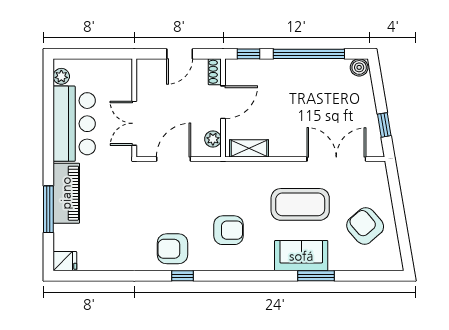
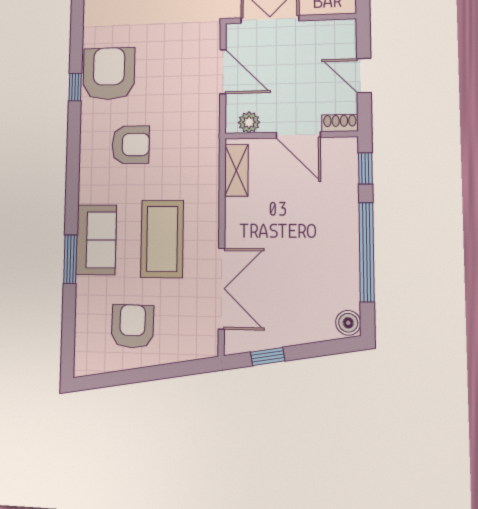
armchair: (365, 226) -> (132, 326), turned -48
armchair: (228, 230) -> (131, 145), turned -90
armchair: (173, 249) -> (109, 74), width x1.36, depth x1.36

